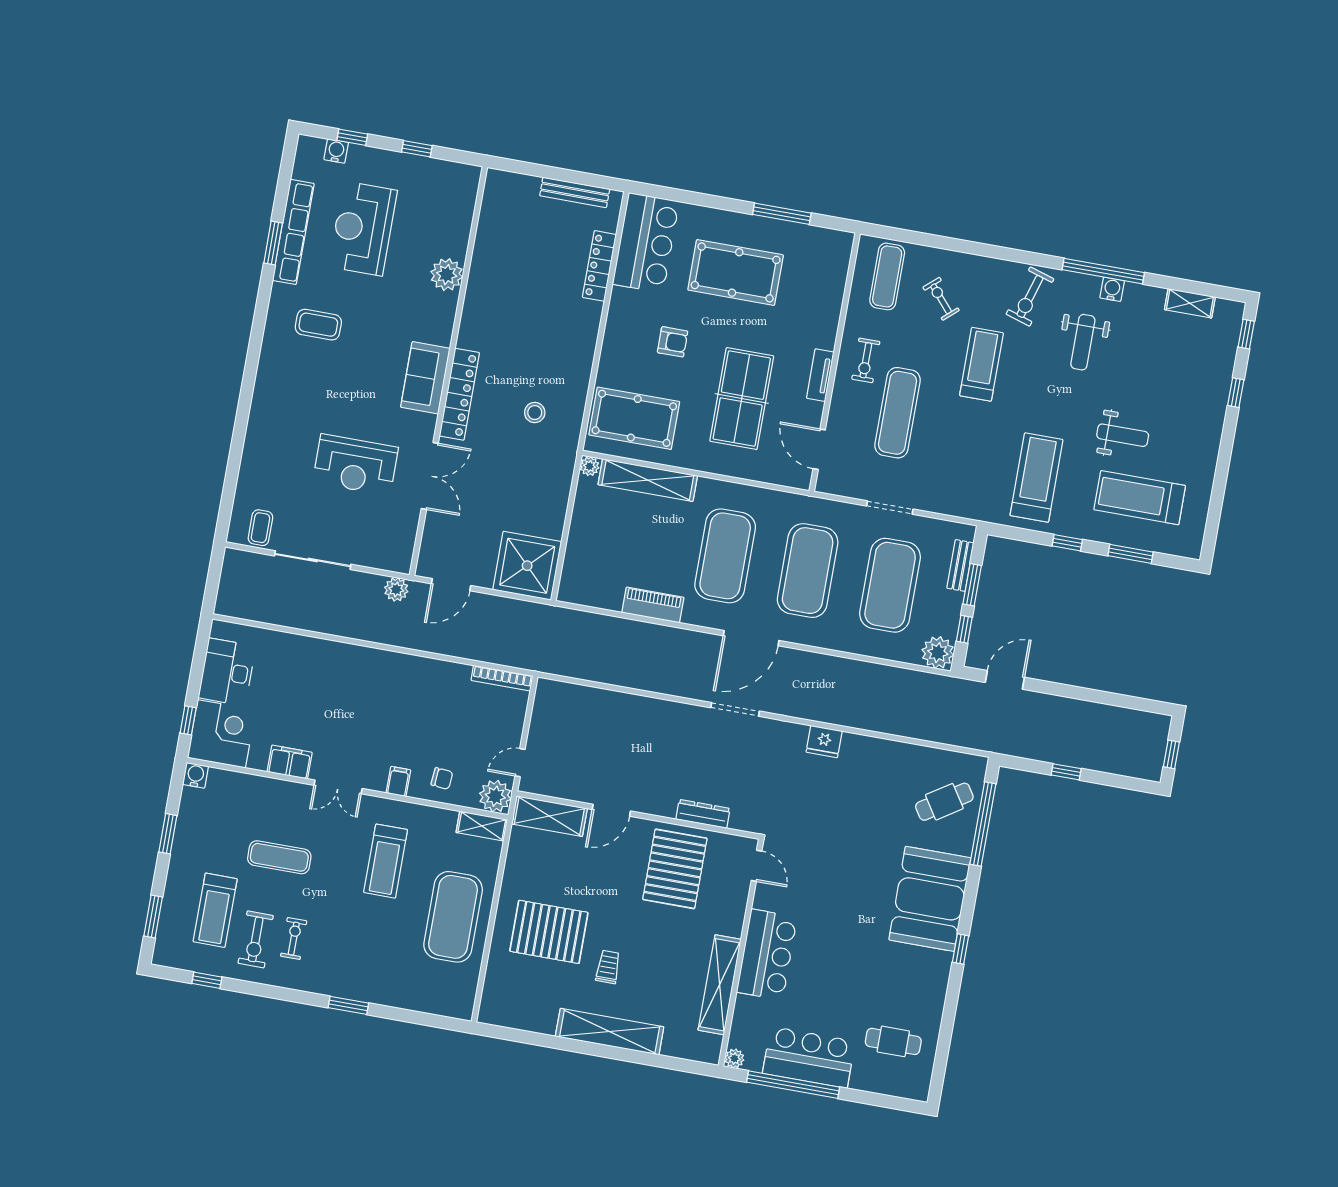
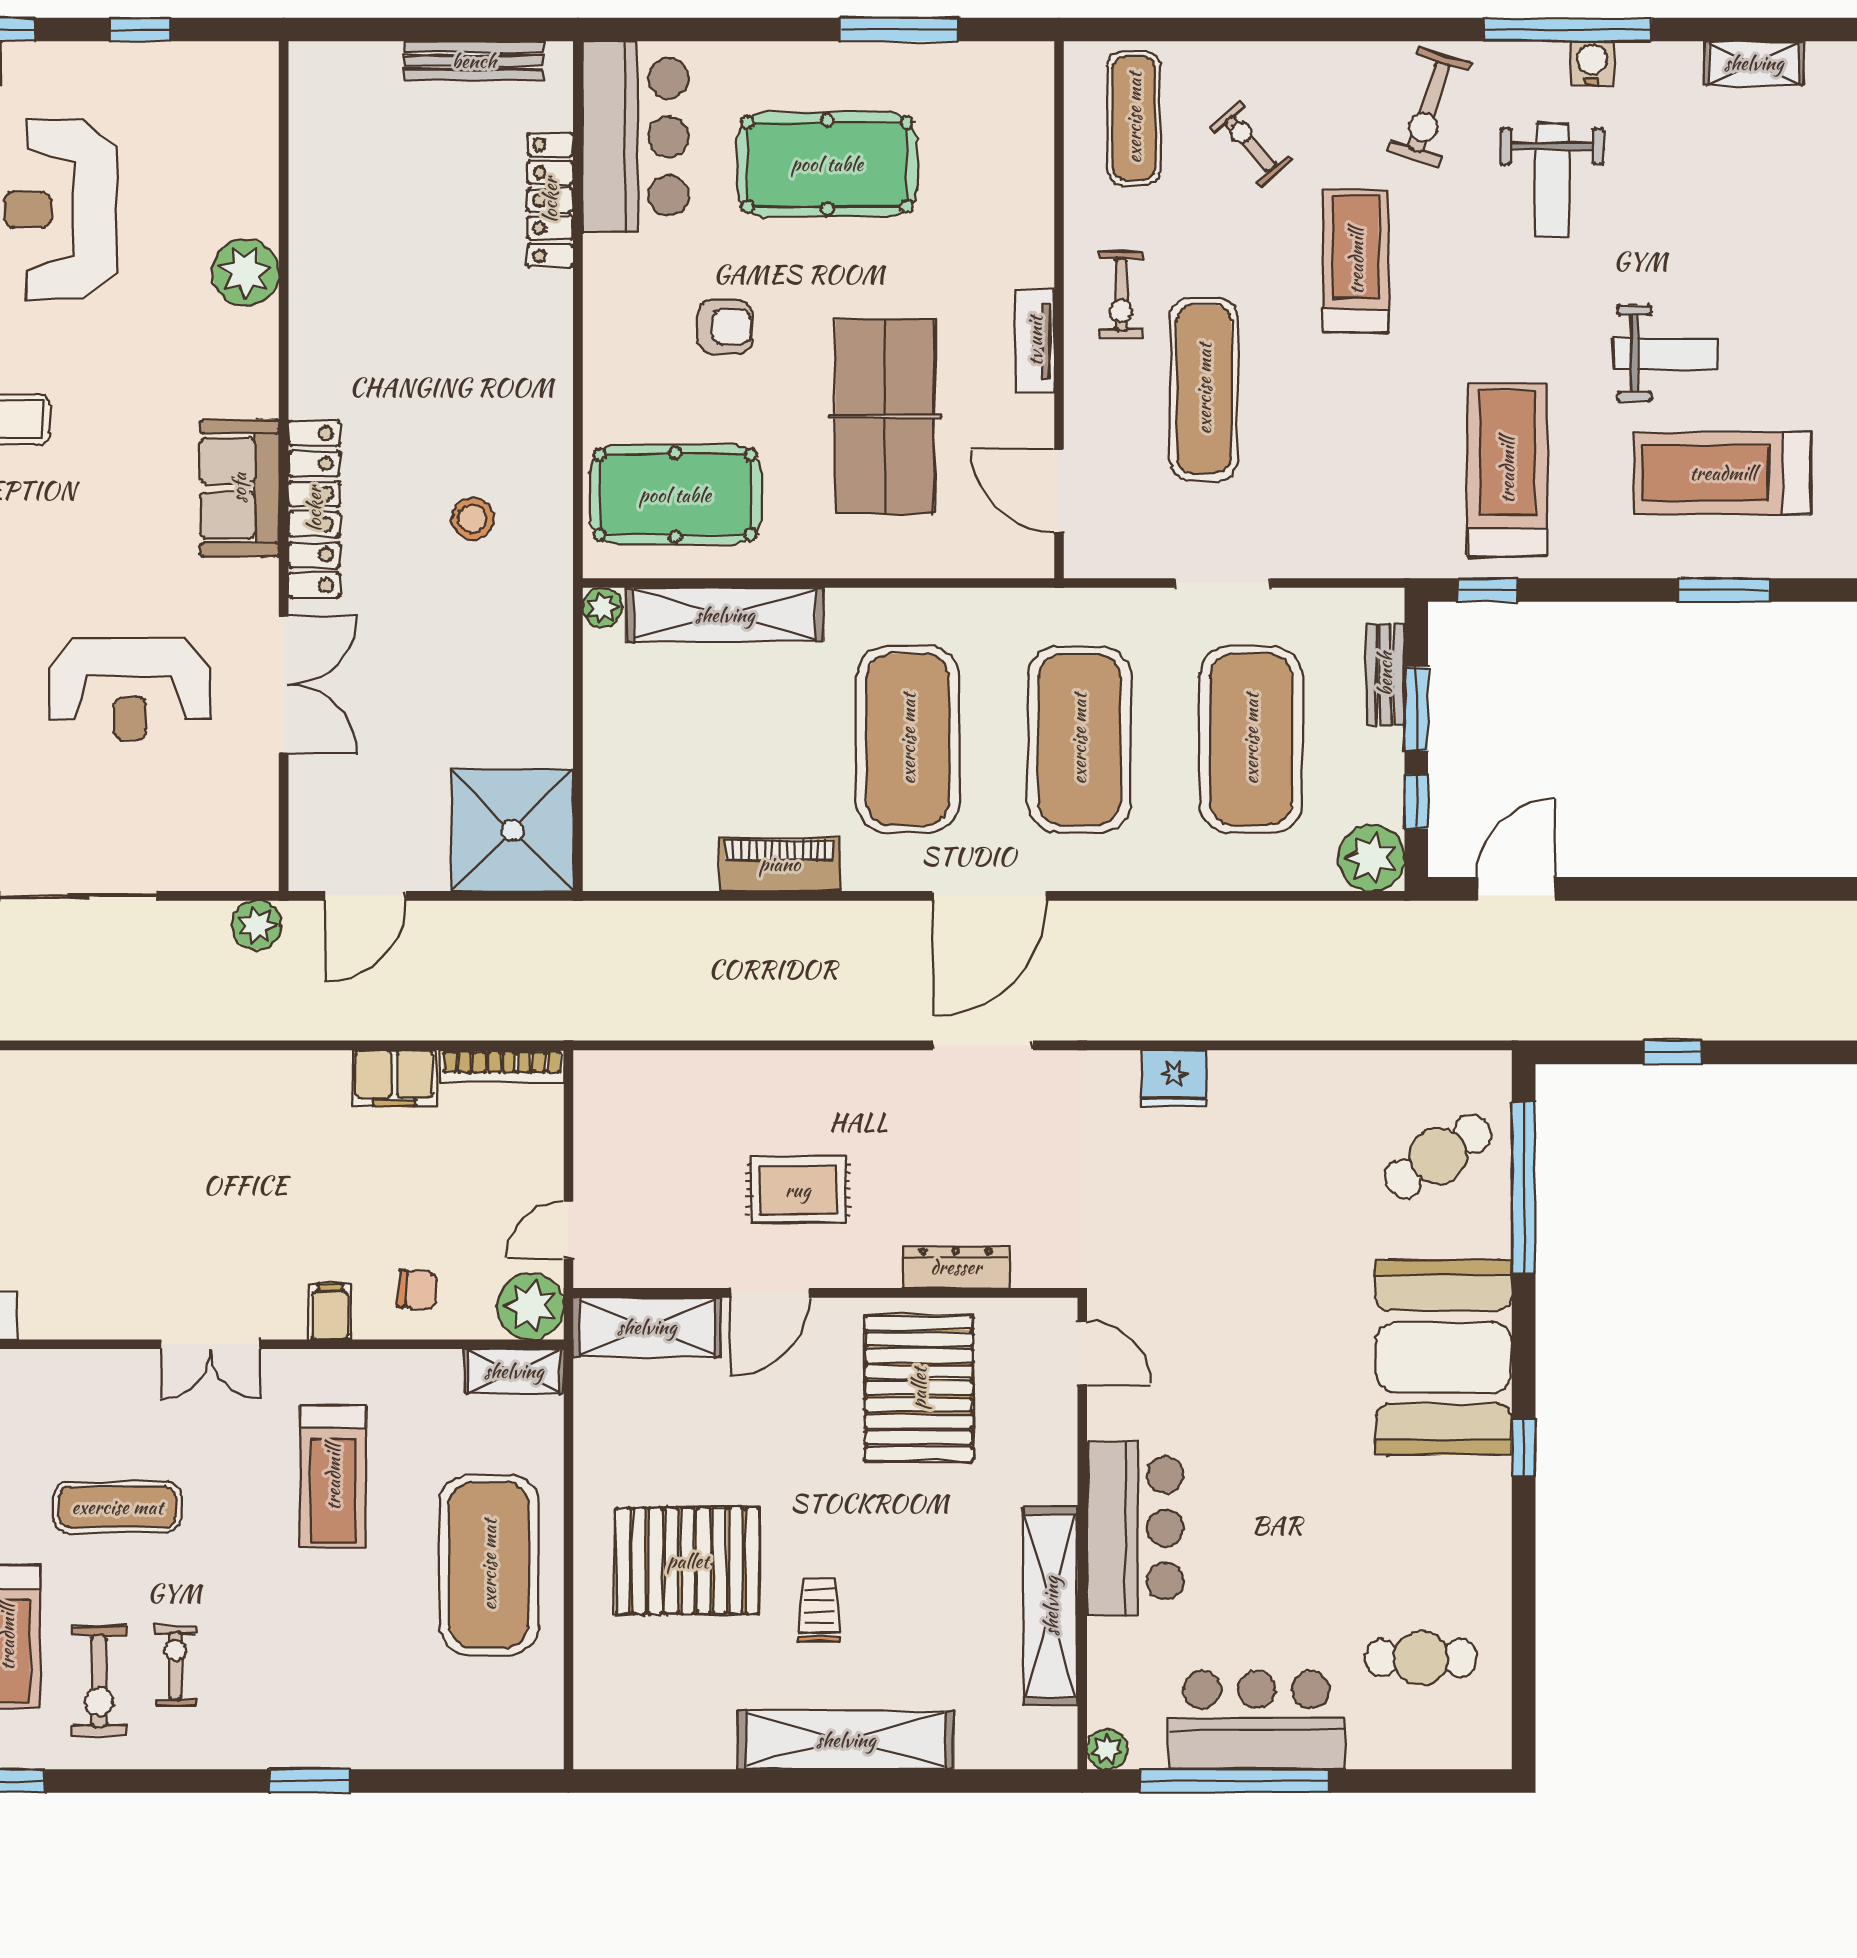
window: (1067, 543) -> (1487, 590), moved
filing cabinet: (290, 762) -> (394, 1078), moved, turned 180
rug: (634, 763) -> (798, 1190), added

